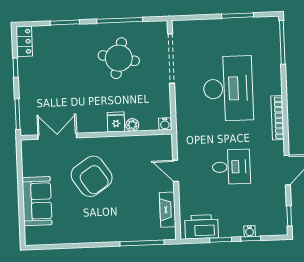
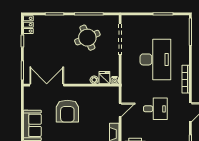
round table: (119, 58) -> (87, 38), turned -35
fridge: (116, 122) -> (104, 78), moved
double door: (57, 136) -> (47, 85), width x1.37
door: (176, 171) -> (120, 110), swing flipped
armchair: (92, 176) -> (67, 111), turned 34

